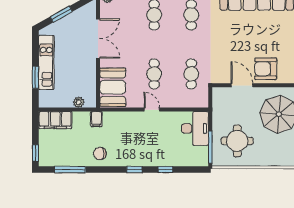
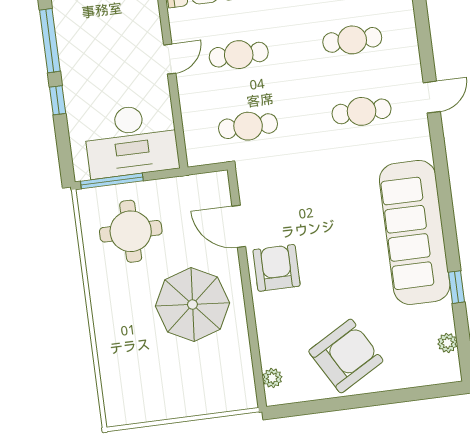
door: (242, 85) -> (239, 226), swing flipped
desk: (195, 128) -> (131, 141), width x1.36, depth x1.30
window: (134, 170) -> (50, 41), width x2.17

